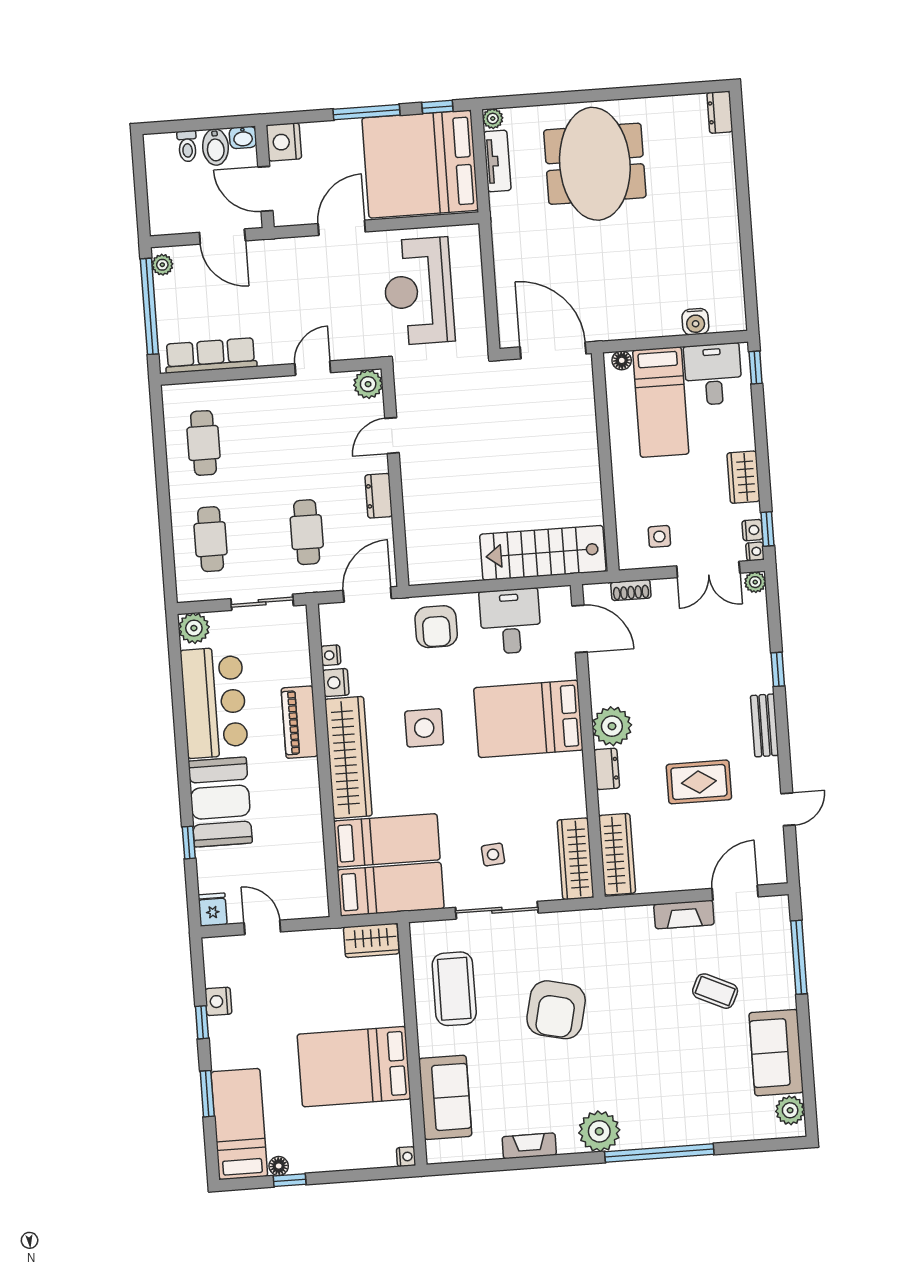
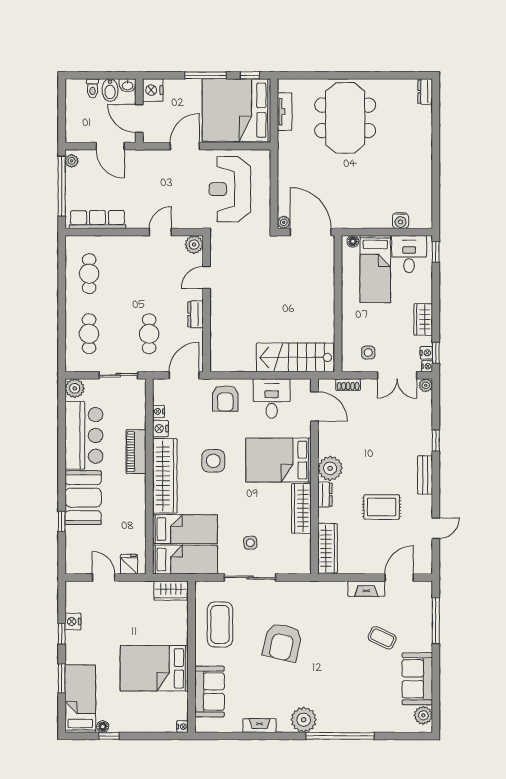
plant: (493, 119) -> (284, 222), moved
wardrobe: (576, 859) -> (301, 508), moved
fridge: (213, 910) -> (129, 564), moved

